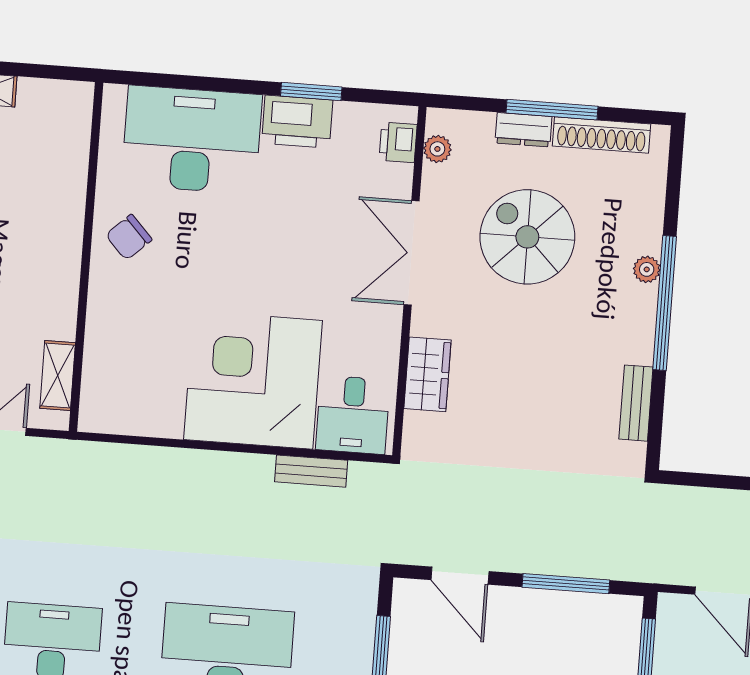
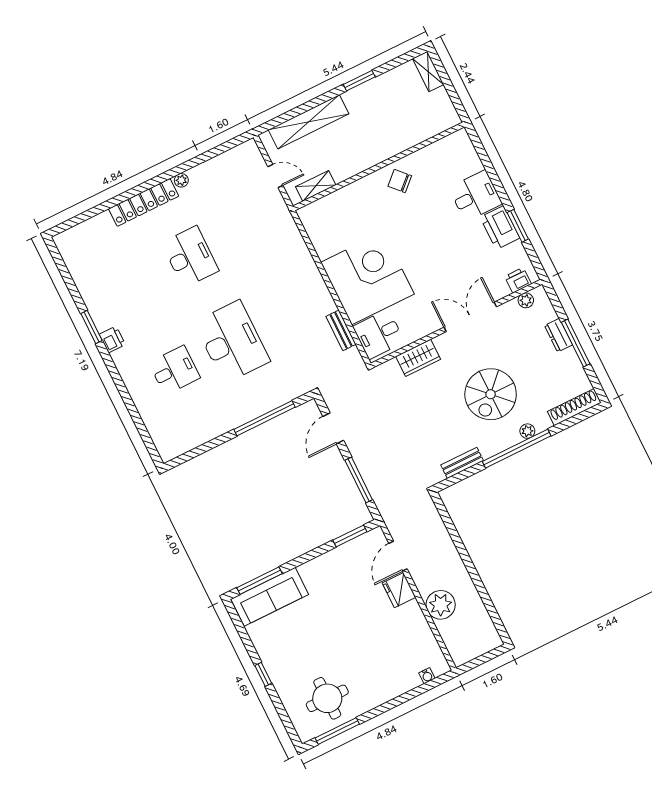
shoe rack: (602, 135) -> (574, 407), moved, turned 90
desk: (192, 140) -> (476, 196), width x0.53, depth x0.77
spiral stairs: (527, 237) -> (491, 394), moved, turned 180

